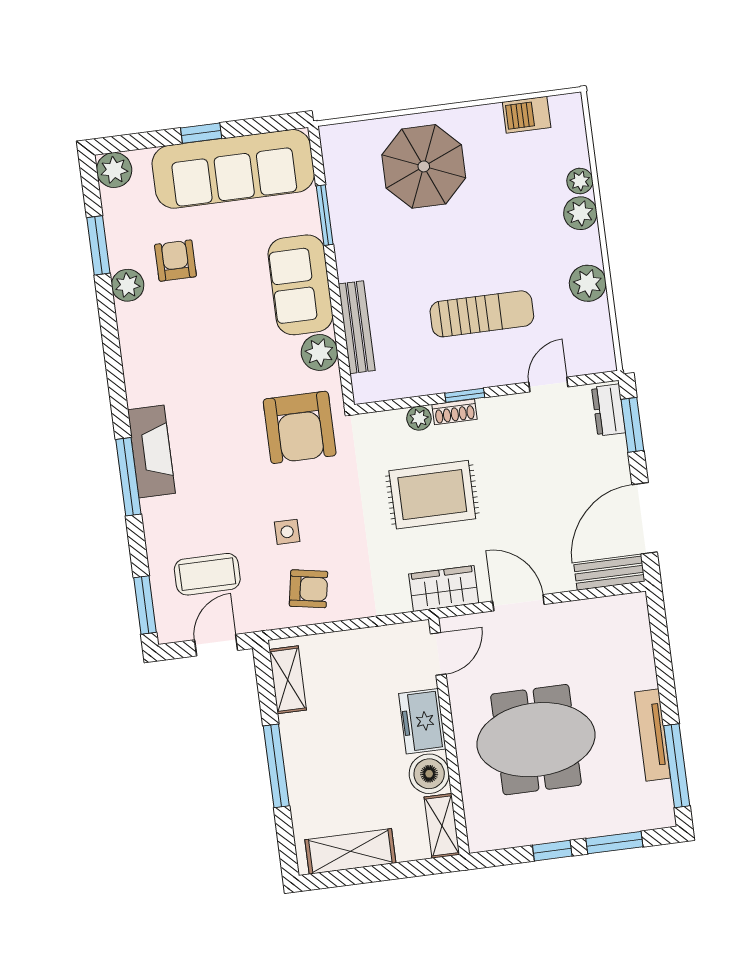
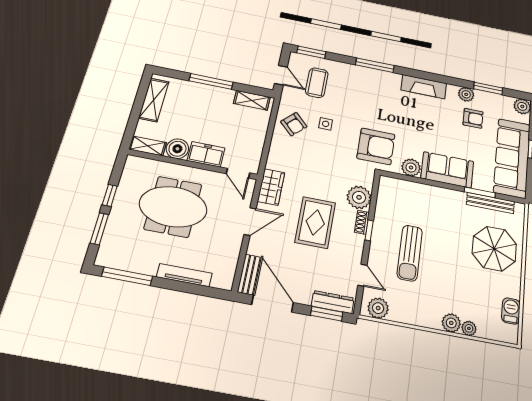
plant: (588, 283) -> (378, 308), moved
bench: (357, 327) -> (490, 203), moved
dresser: (609, 410) -> (333, 302), width x1.44
plant: (419, 418) -> (359, 197), width x1.87, depth x1.87
armchair: (300, 427) -> (376, 146), turned 180
fireplace: (151, 452) -> (424, 87), moved
rug: (432, 495) -> (315, 222), moved
armchair: (308, 589) -> (294, 124), turned -55
tv unit: (652, 735) -> (184, 275), moved
meeting table: (536, 740) -> (173, 207), turned 90

